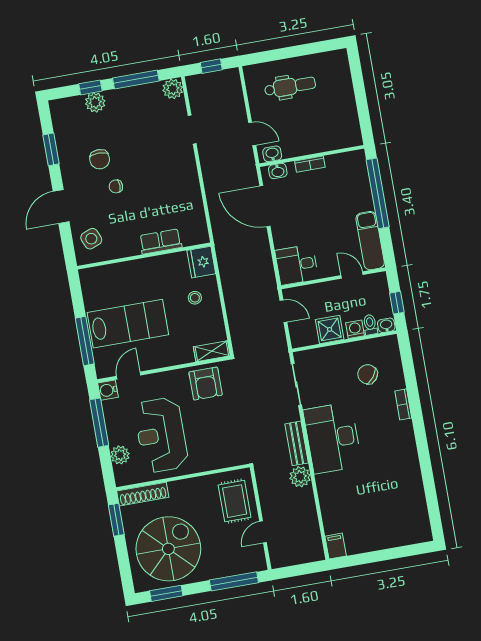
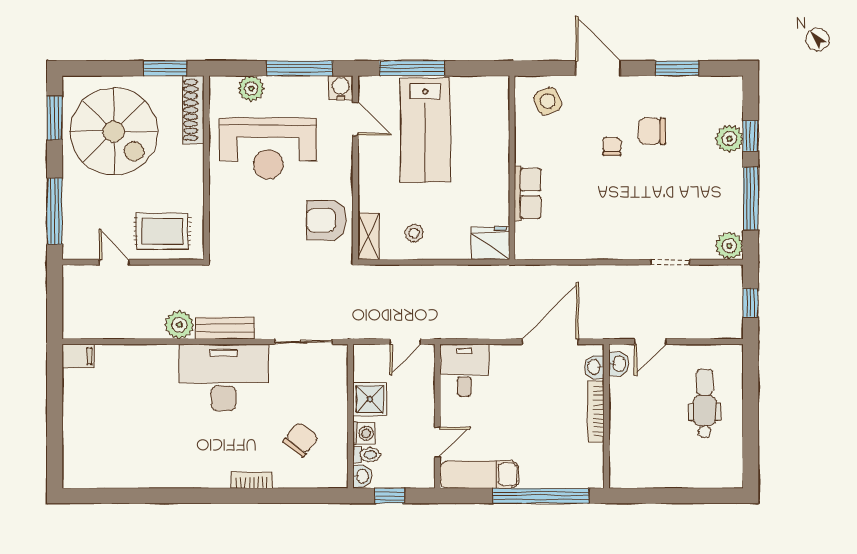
dental chair: (290, 87) -> (705, 404), turned 180
bookcase: (310, 164) -> (596, 412), width x1.56
stool: (195, 298) -> (414, 233), moved
reception desk: (161, 435) -> (268, 148), turned 180

